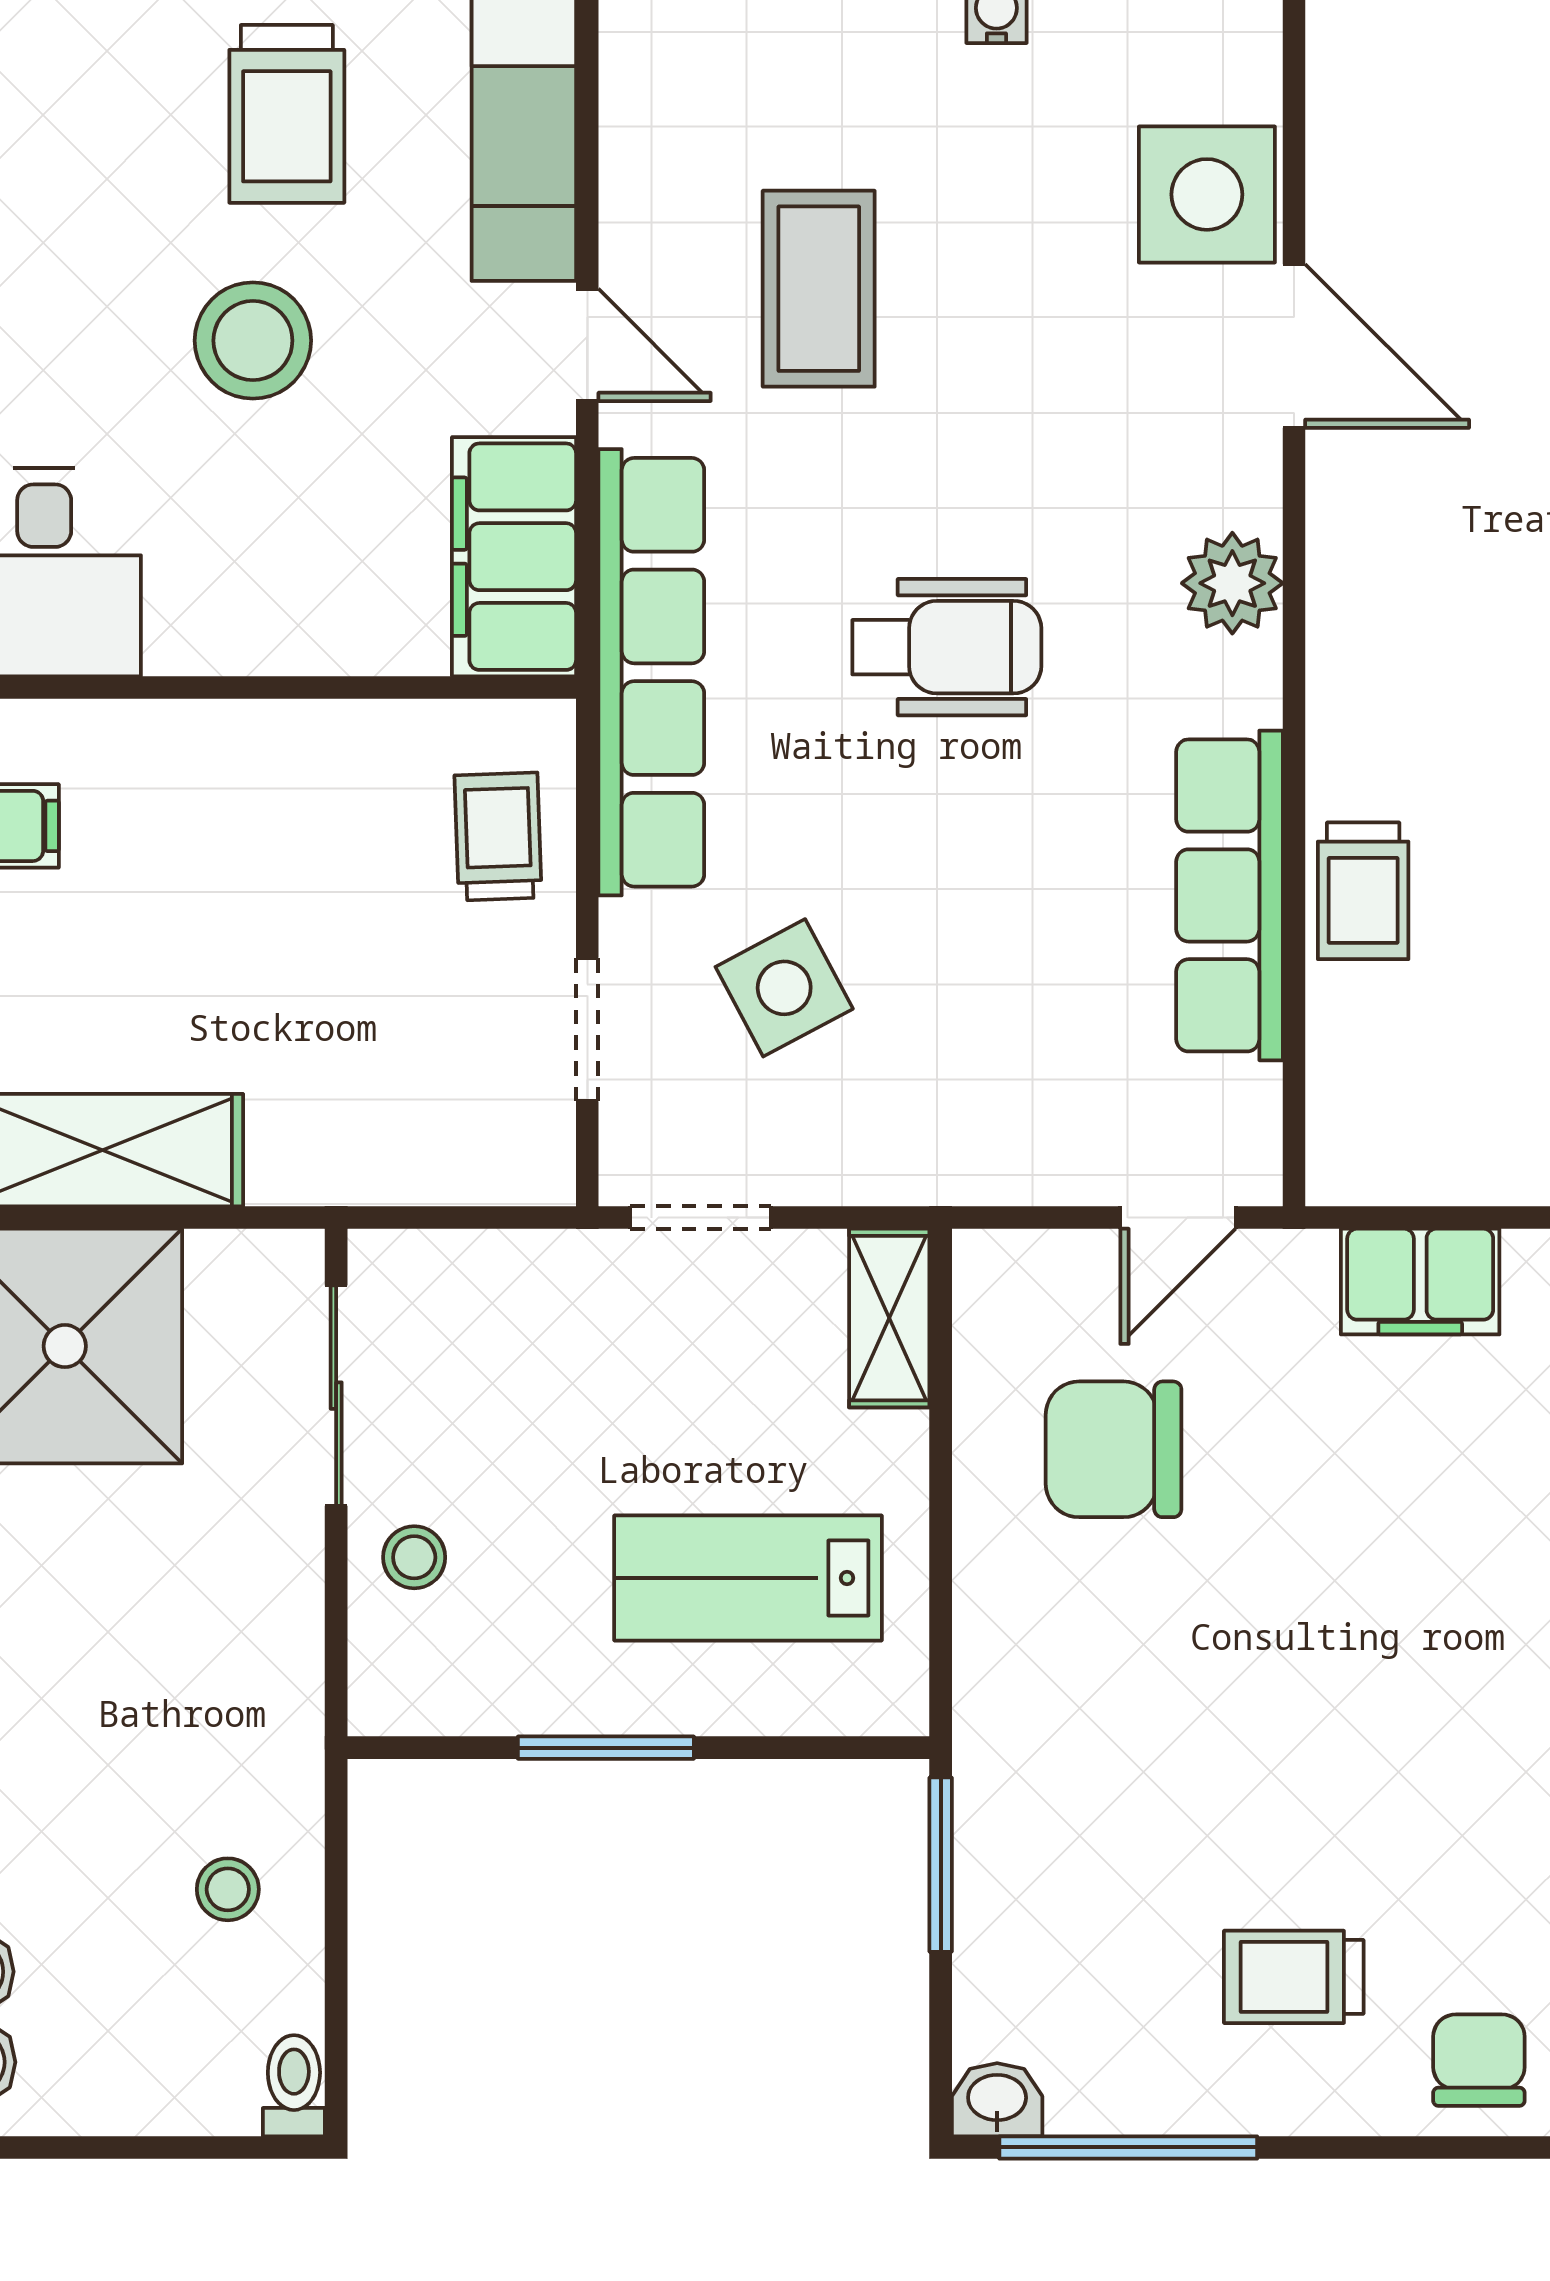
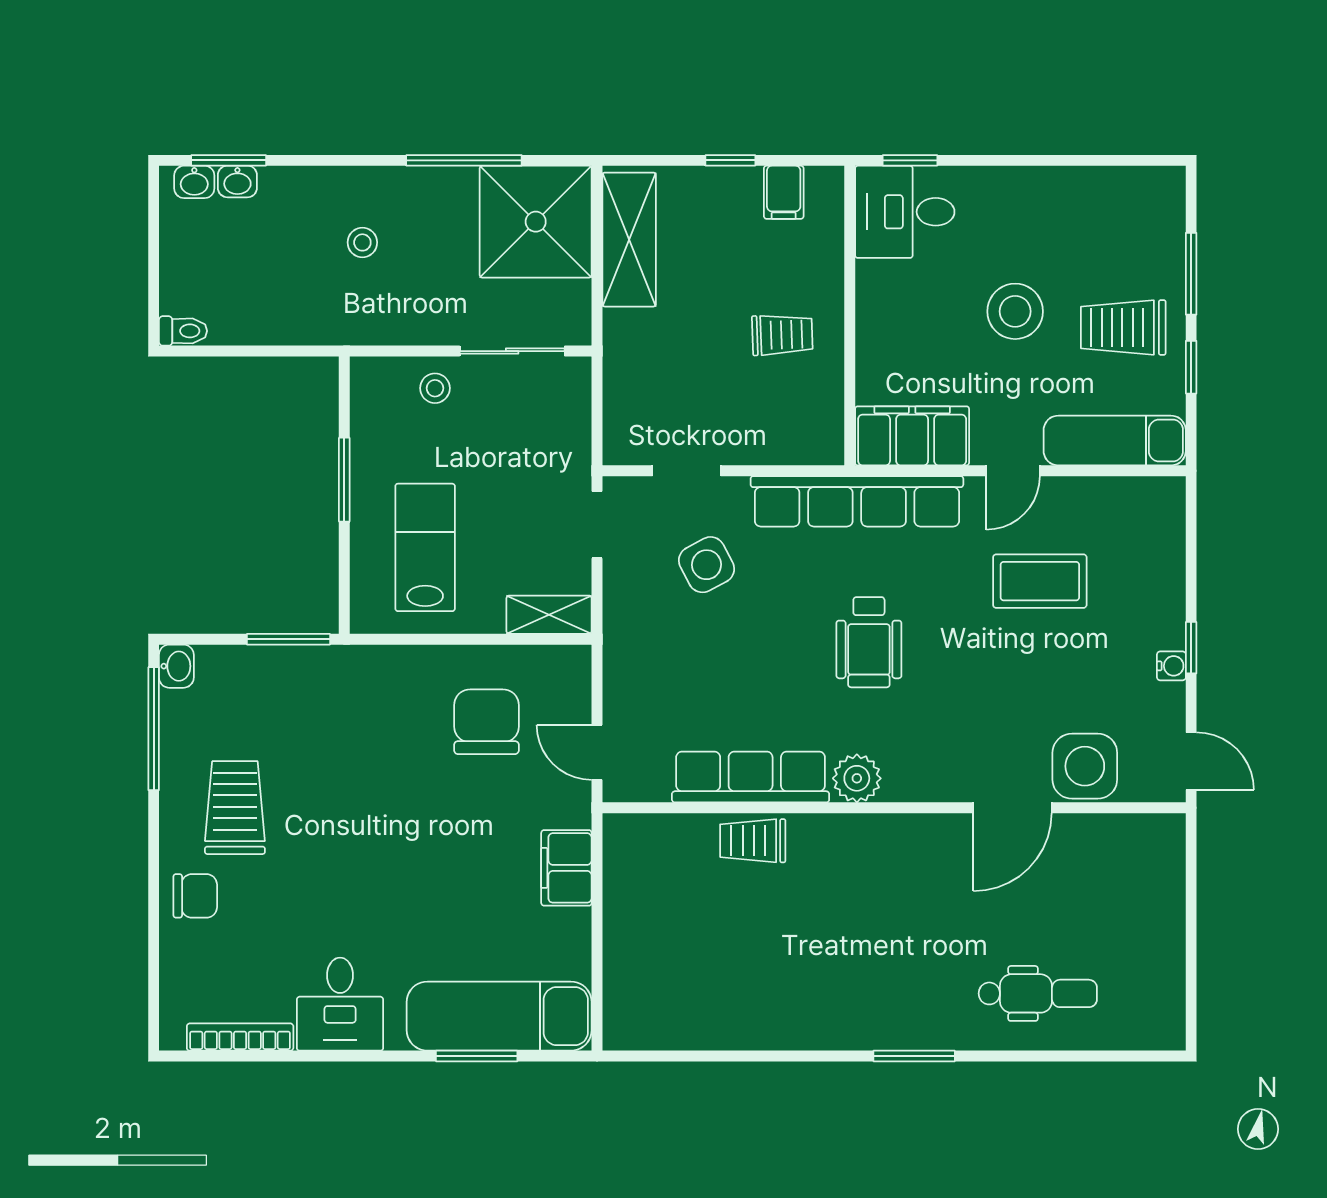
plant: (1232, 583) -> (857, 778), moved
trolley: (498, 836) -> (782, 335), moved
stool: (228, 1889) -> (362, 242), moved
trolley: (1294, 1977) -> (235, 808), width x1.36, depth x1.39

